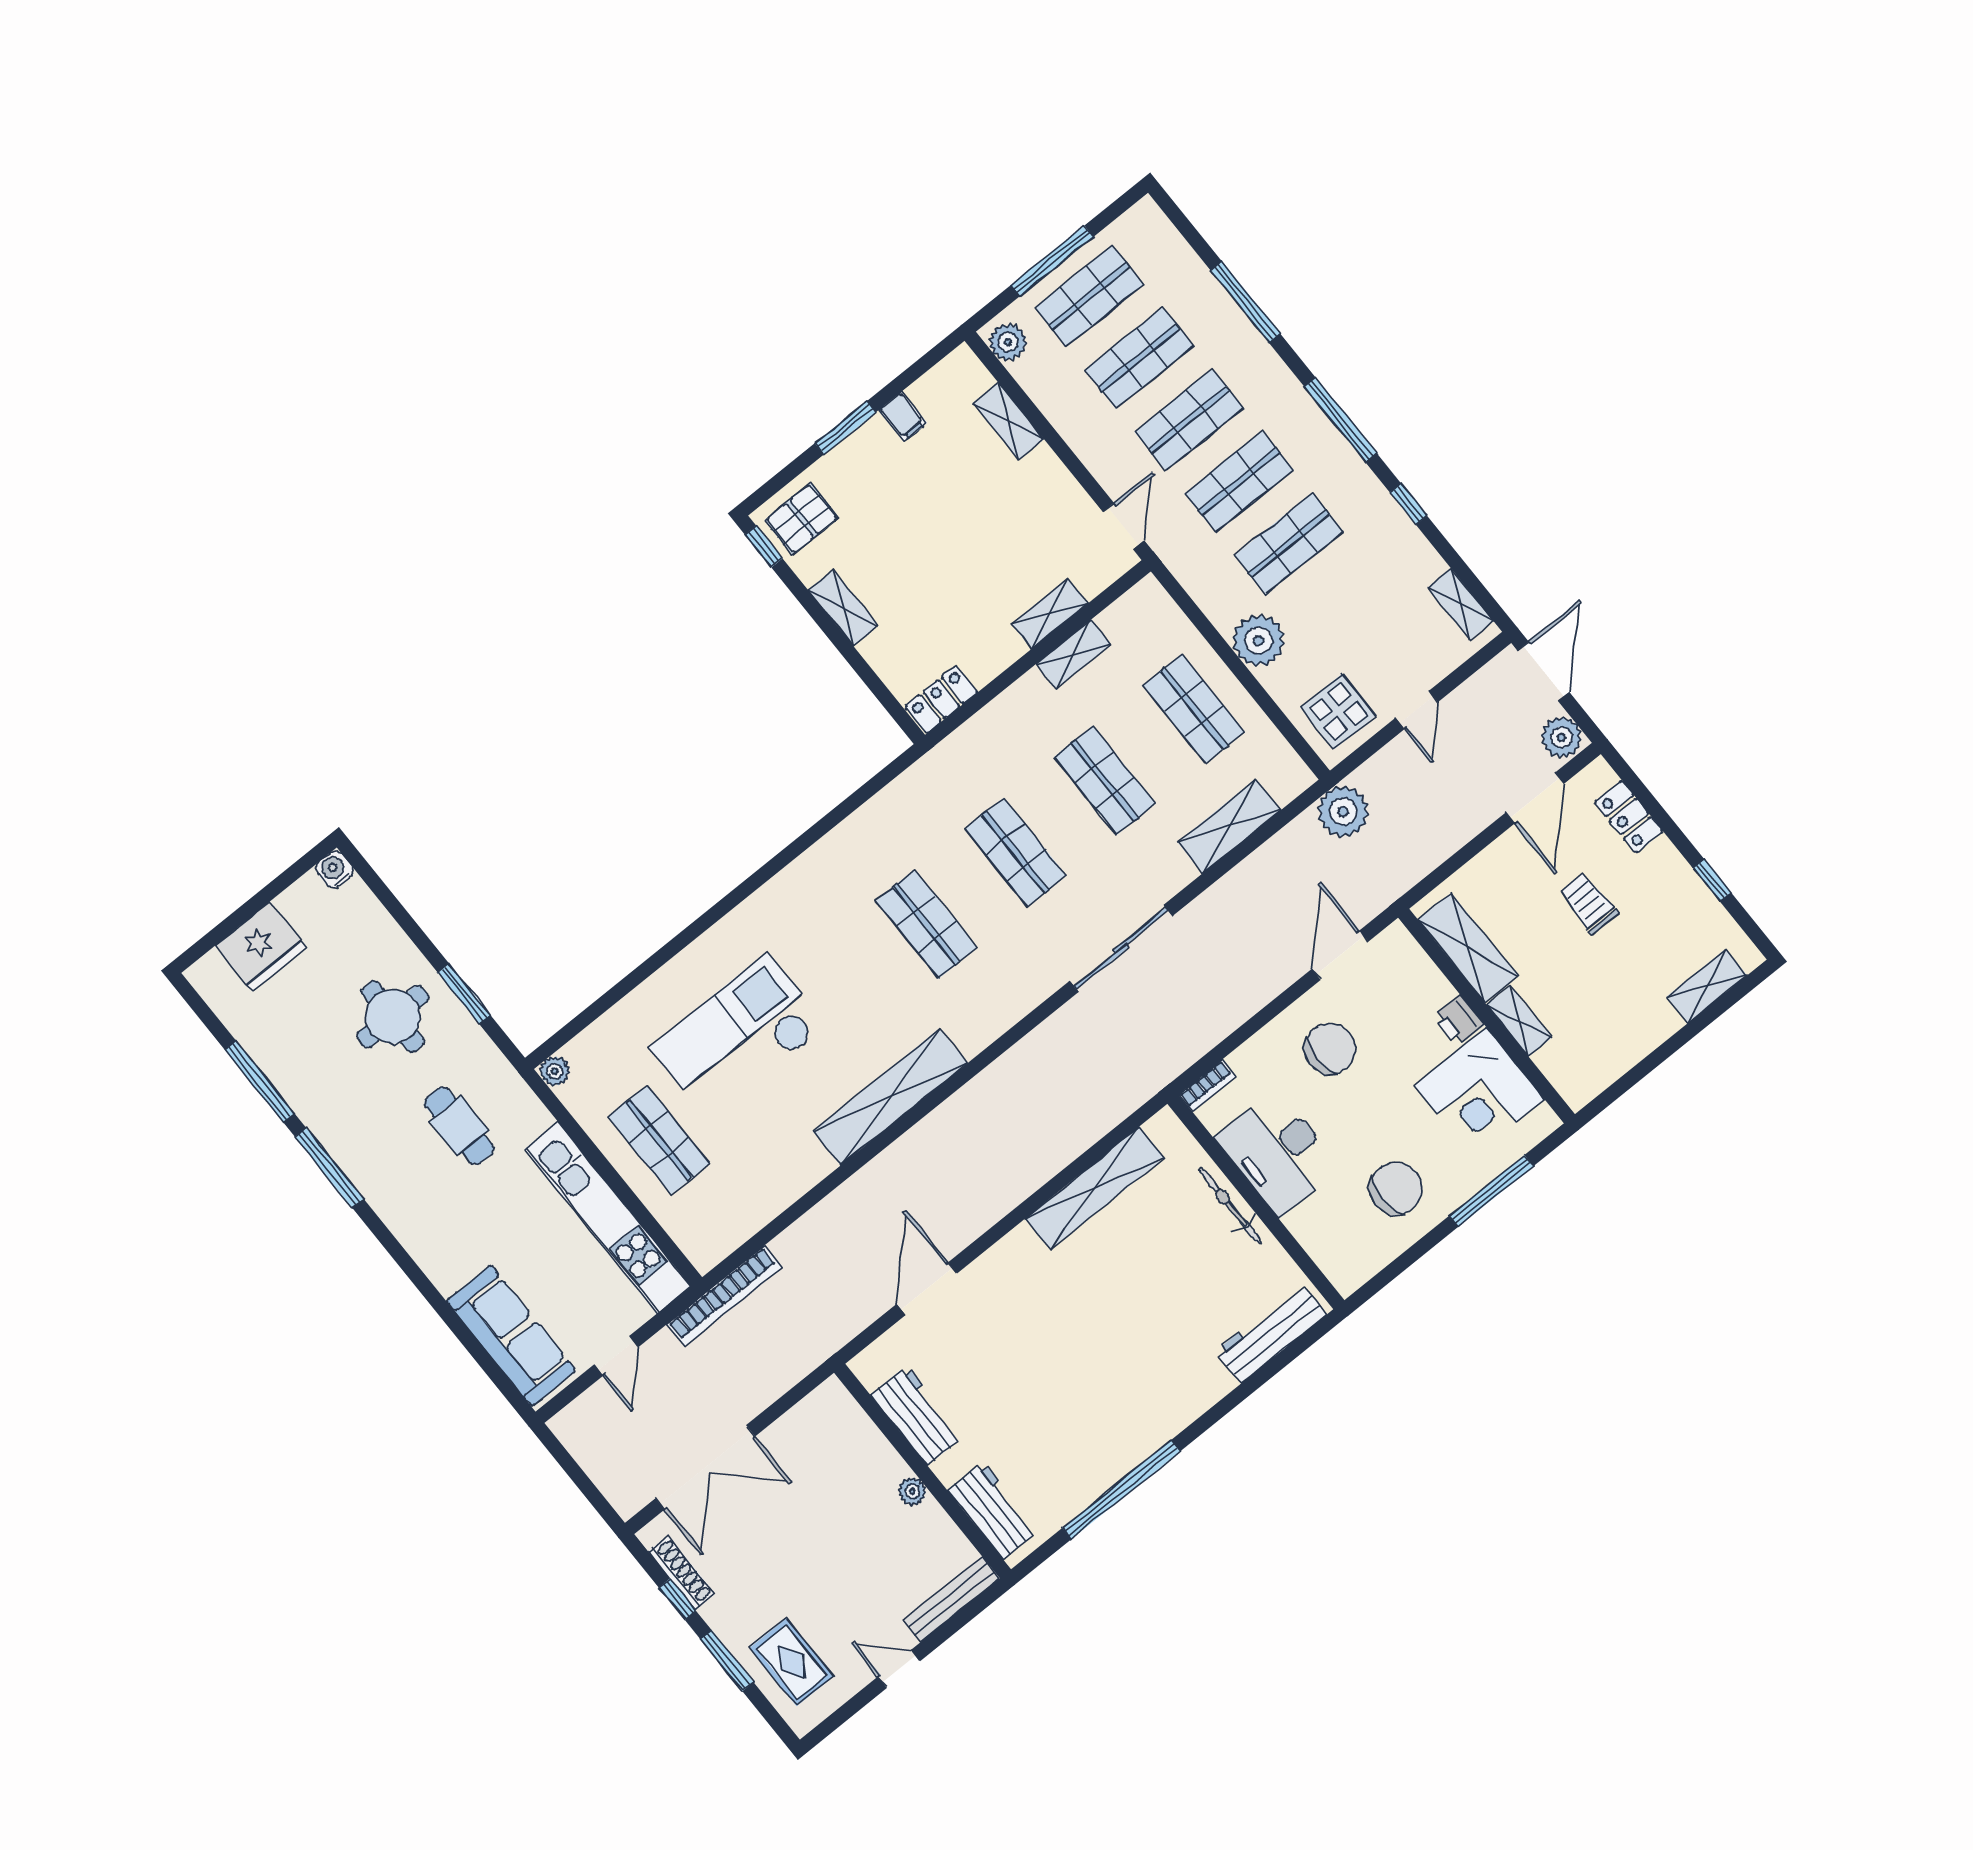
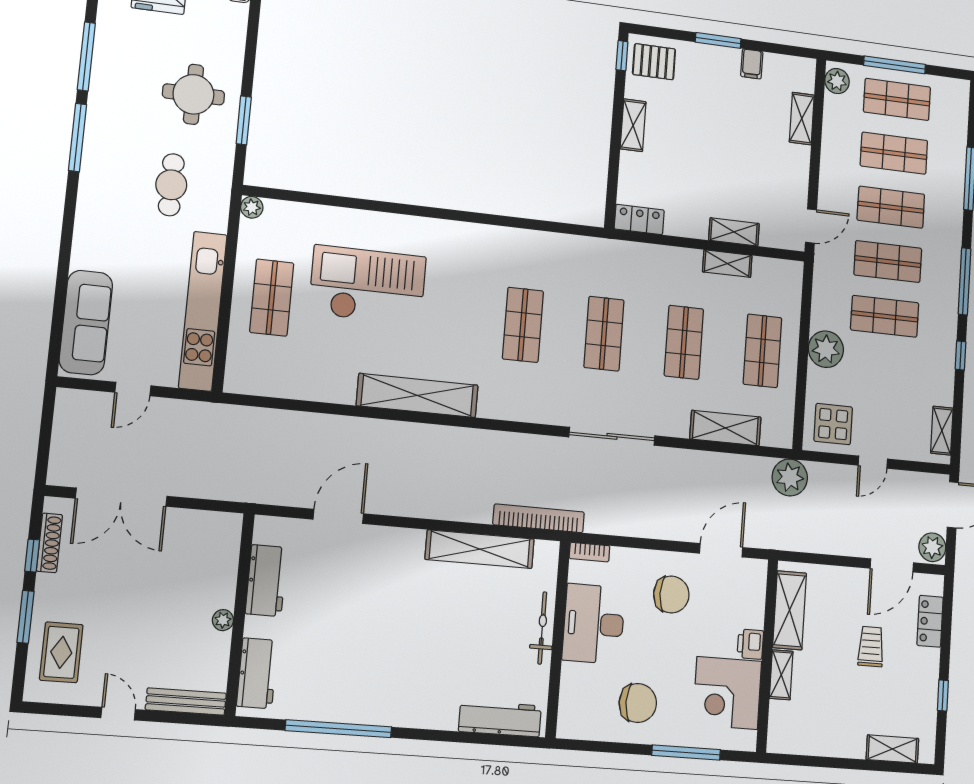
bookcase: (724, 1296) -> (539, 518), moved, turned 180

